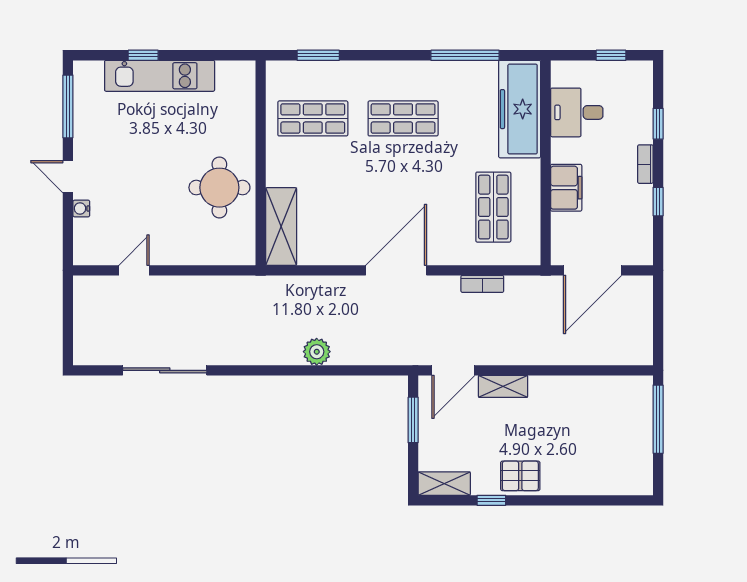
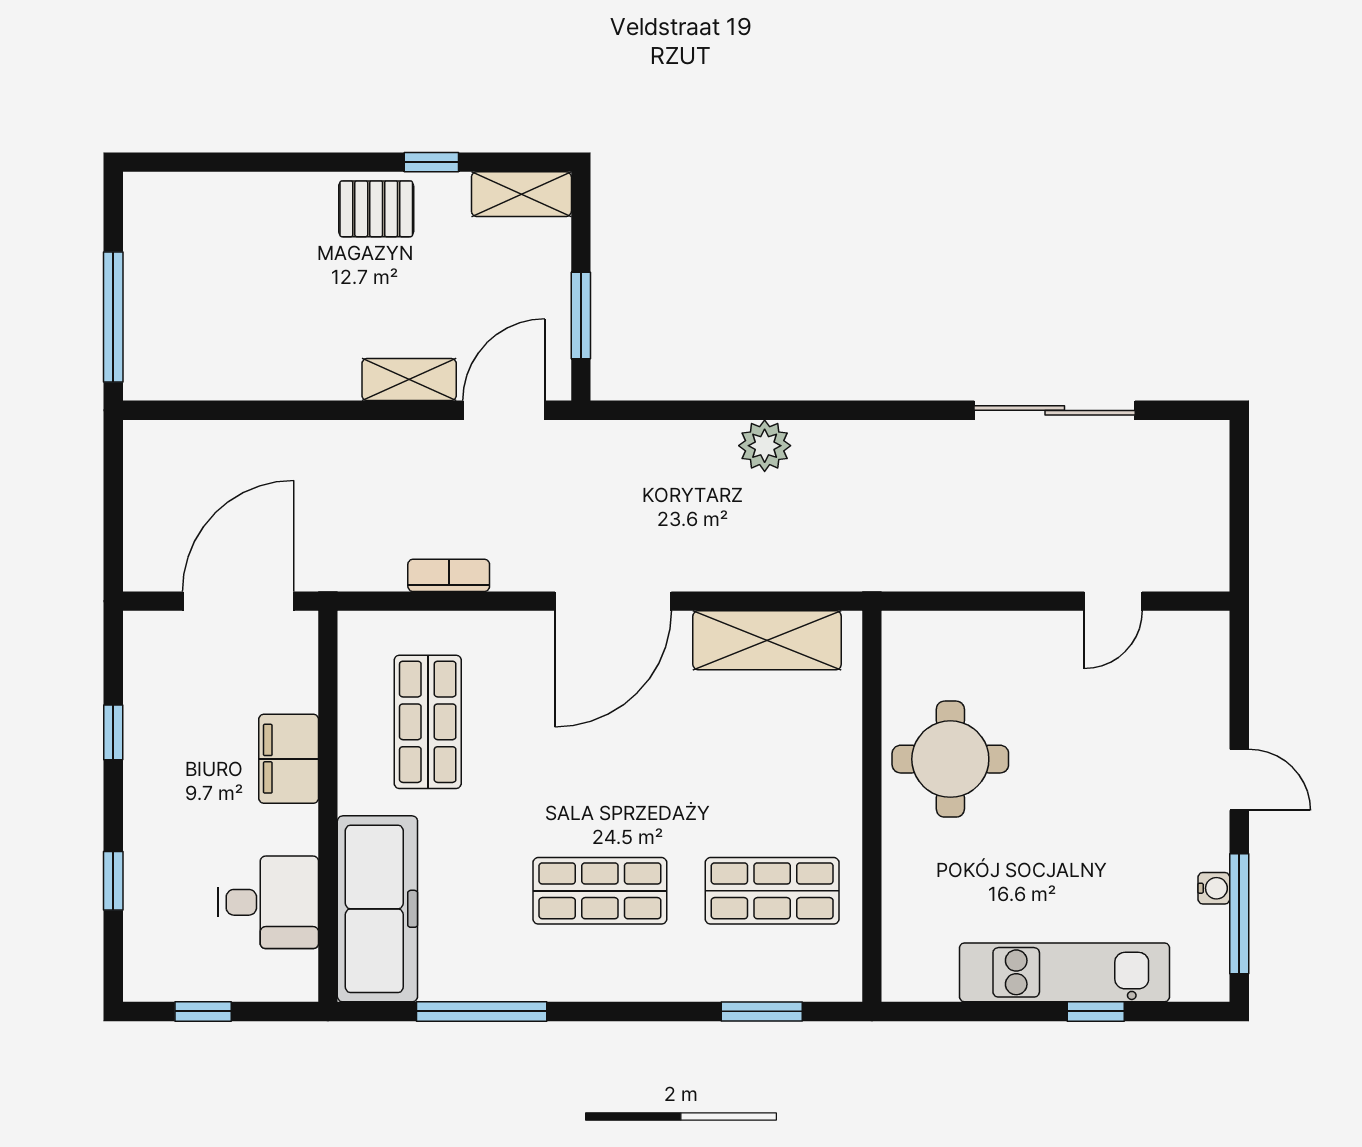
bookcase: (645, 164) -> (137, 804), removed
water cooler: (81, 208) -> (1214, 888), moved
shelving: (281, 226) -> (767, 640), moved, turned 90

